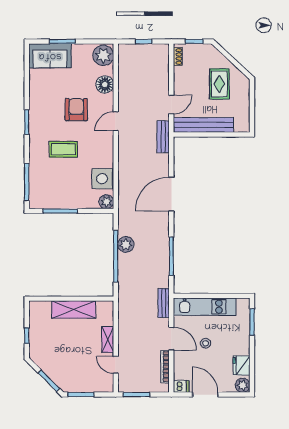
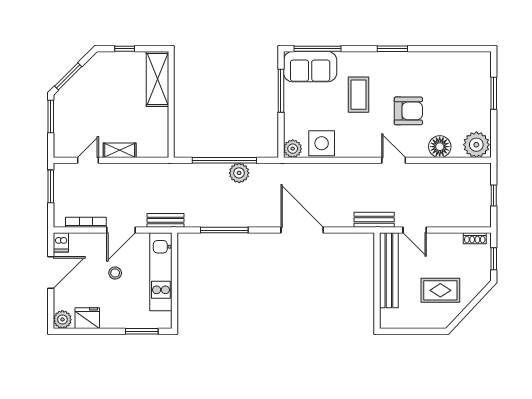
sofa: (50, 56) -> (310, 67), moved, turned -90
shelving: (74, 309) -> (157, 79), moved

